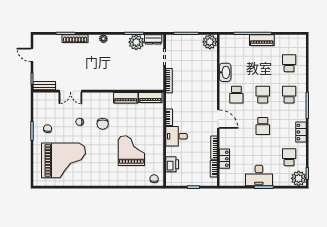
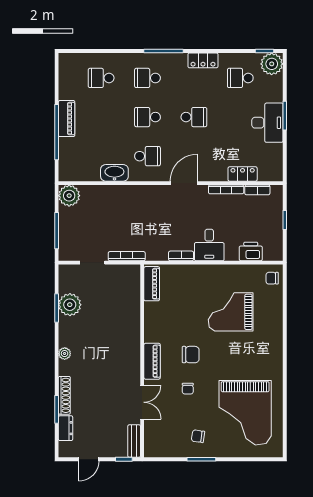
dresser: (153, 39) -> (66, 428), moved
piano: (126, 98) -> (152, 361), moved
grand piano: (63, 160) -> (245, 413), turned 180

